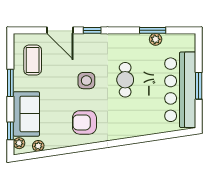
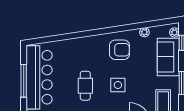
window: (199, 86) -> (24, 81), width x1.44
plant: (38, 146) -> (144, 32), moved

